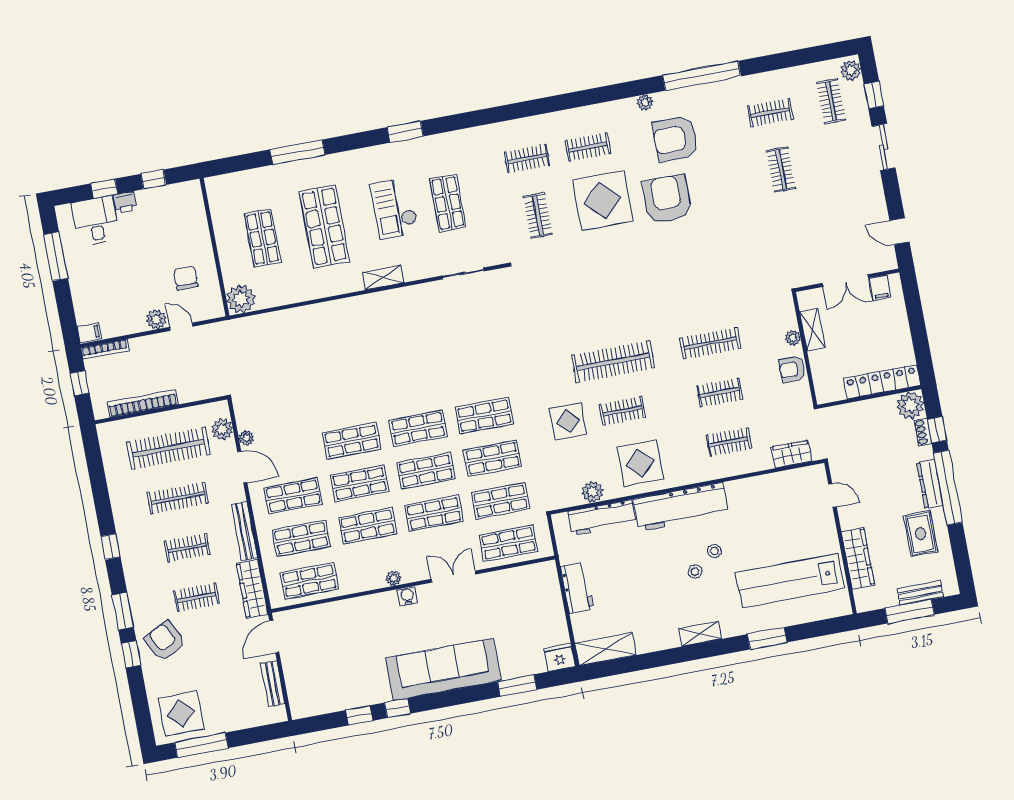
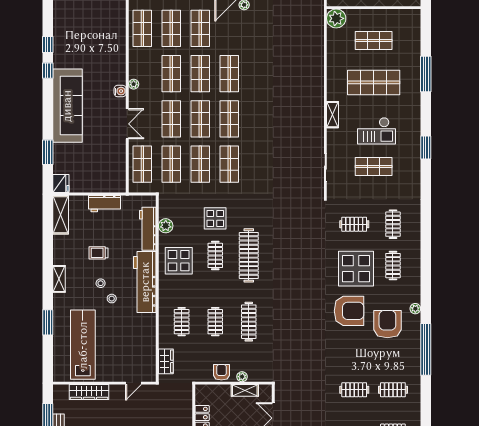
clothes rail: (770, 113) -> (393, 390), turned 90
checkout: (394, 209) -> (377, 131), turned 180
trolley: (651, 583) -> (98, 253), added

